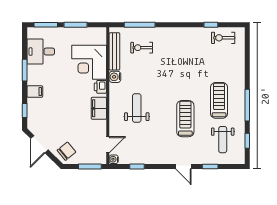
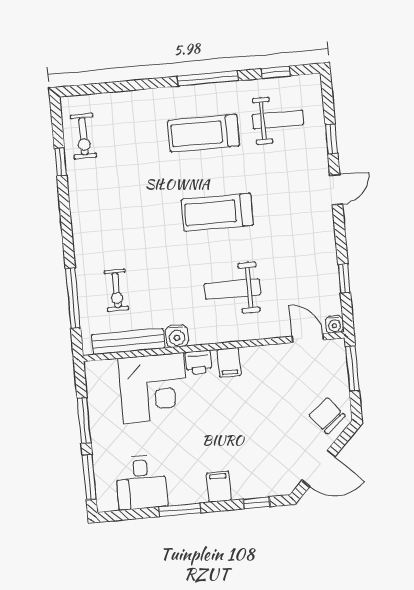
filing cabinet: (99, 108) -> (229, 362), width x0.50
treadmill: (185, 119) -> (217, 212), moved

